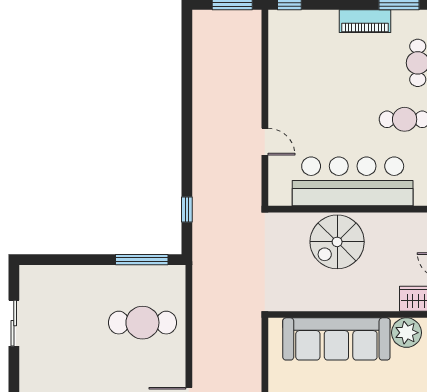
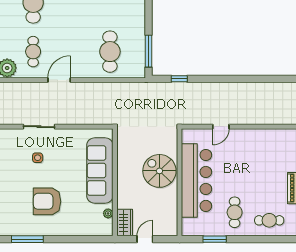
plant: (406, 333) -> (108, 213), width x0.53, depth x0.53

